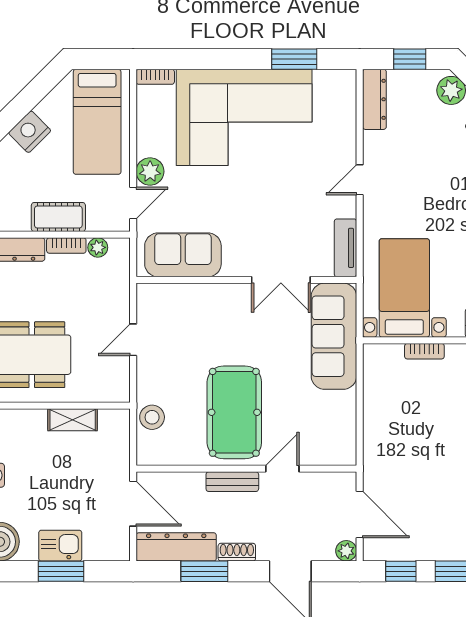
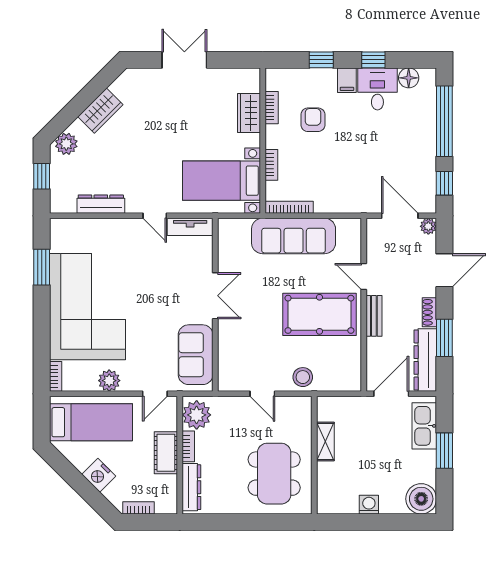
dresser: (374, 99) -> (101, 204), moved
plant: (150, 171) -> (109, 381), moved
door: (360, 180) -> (155, 216), moved
door: (133, 203) -> (155, 394), swing flipped
plant: (98, 247) -> (197, 415), width x1.88, depth x1.88
double door: (281, 280) -> (215, 296), moved
sofa: (334, 336) -> (294, 236), moved
bookcase: (370, 374) -> (289, 207), added
stool: (152, 417) -> (303, 377), moved
door: (360, 514) -> (400, 216), hinge flipped
kitchen sink: (60, 546) -> (424, 426), moved, width x1.38

